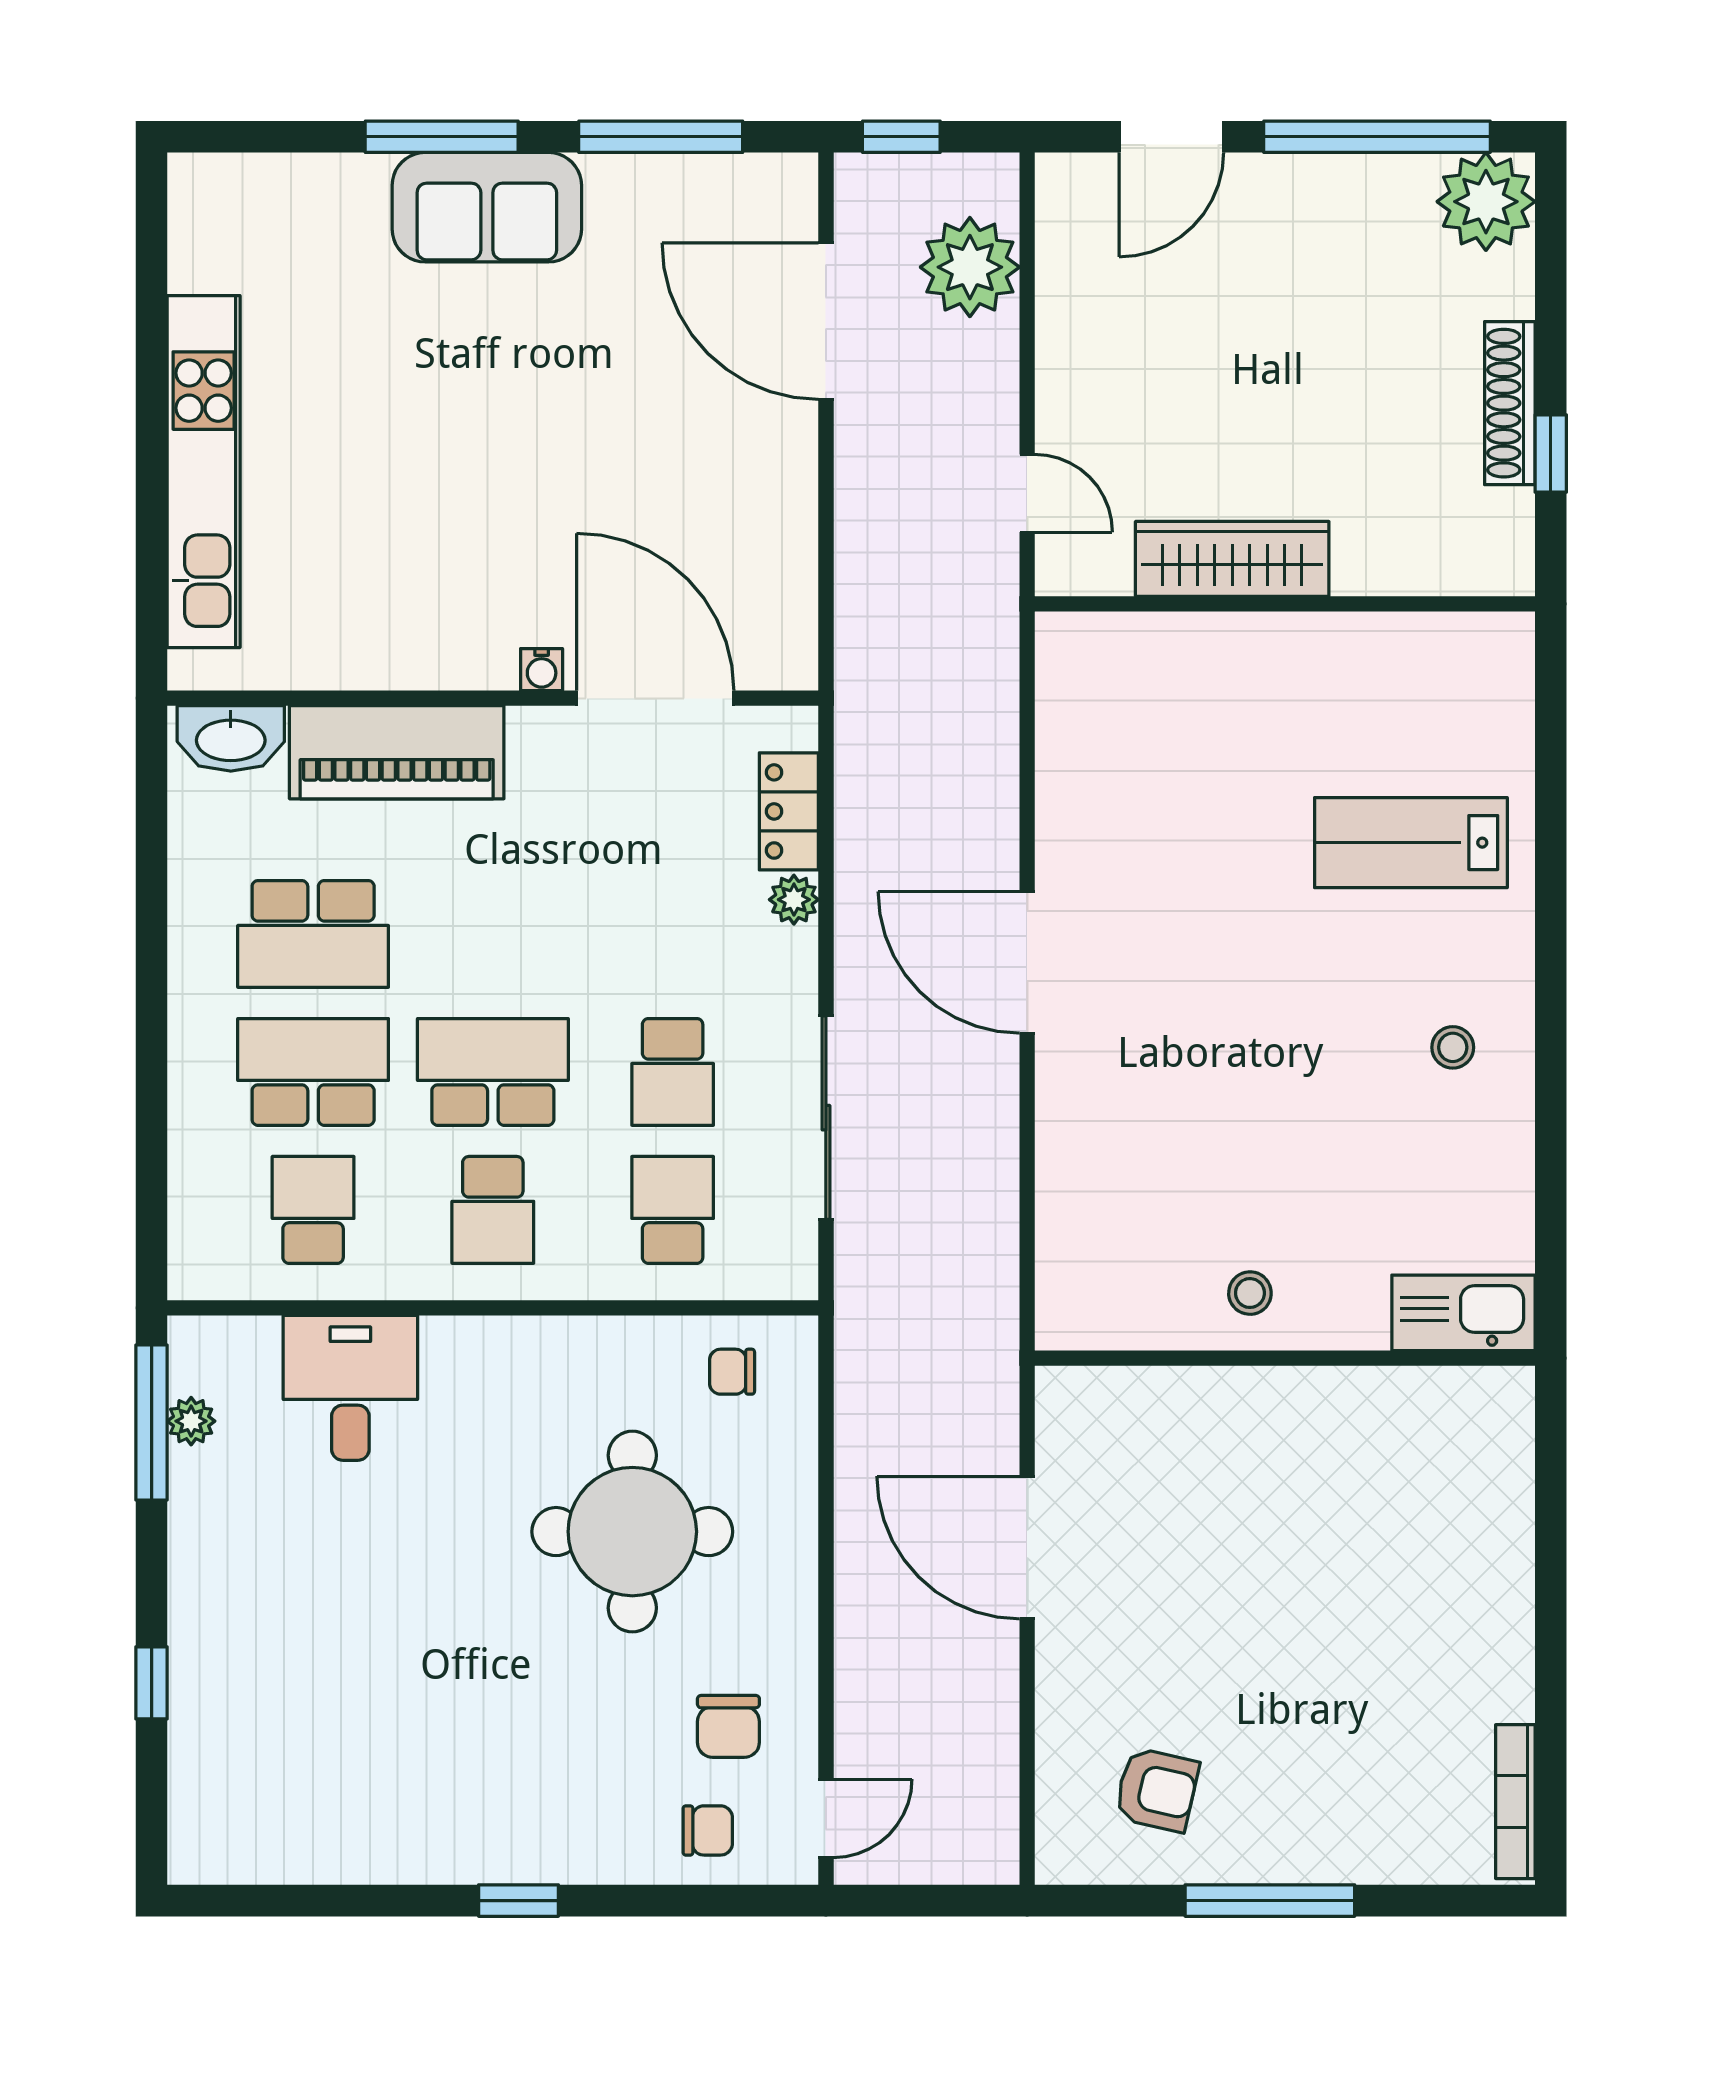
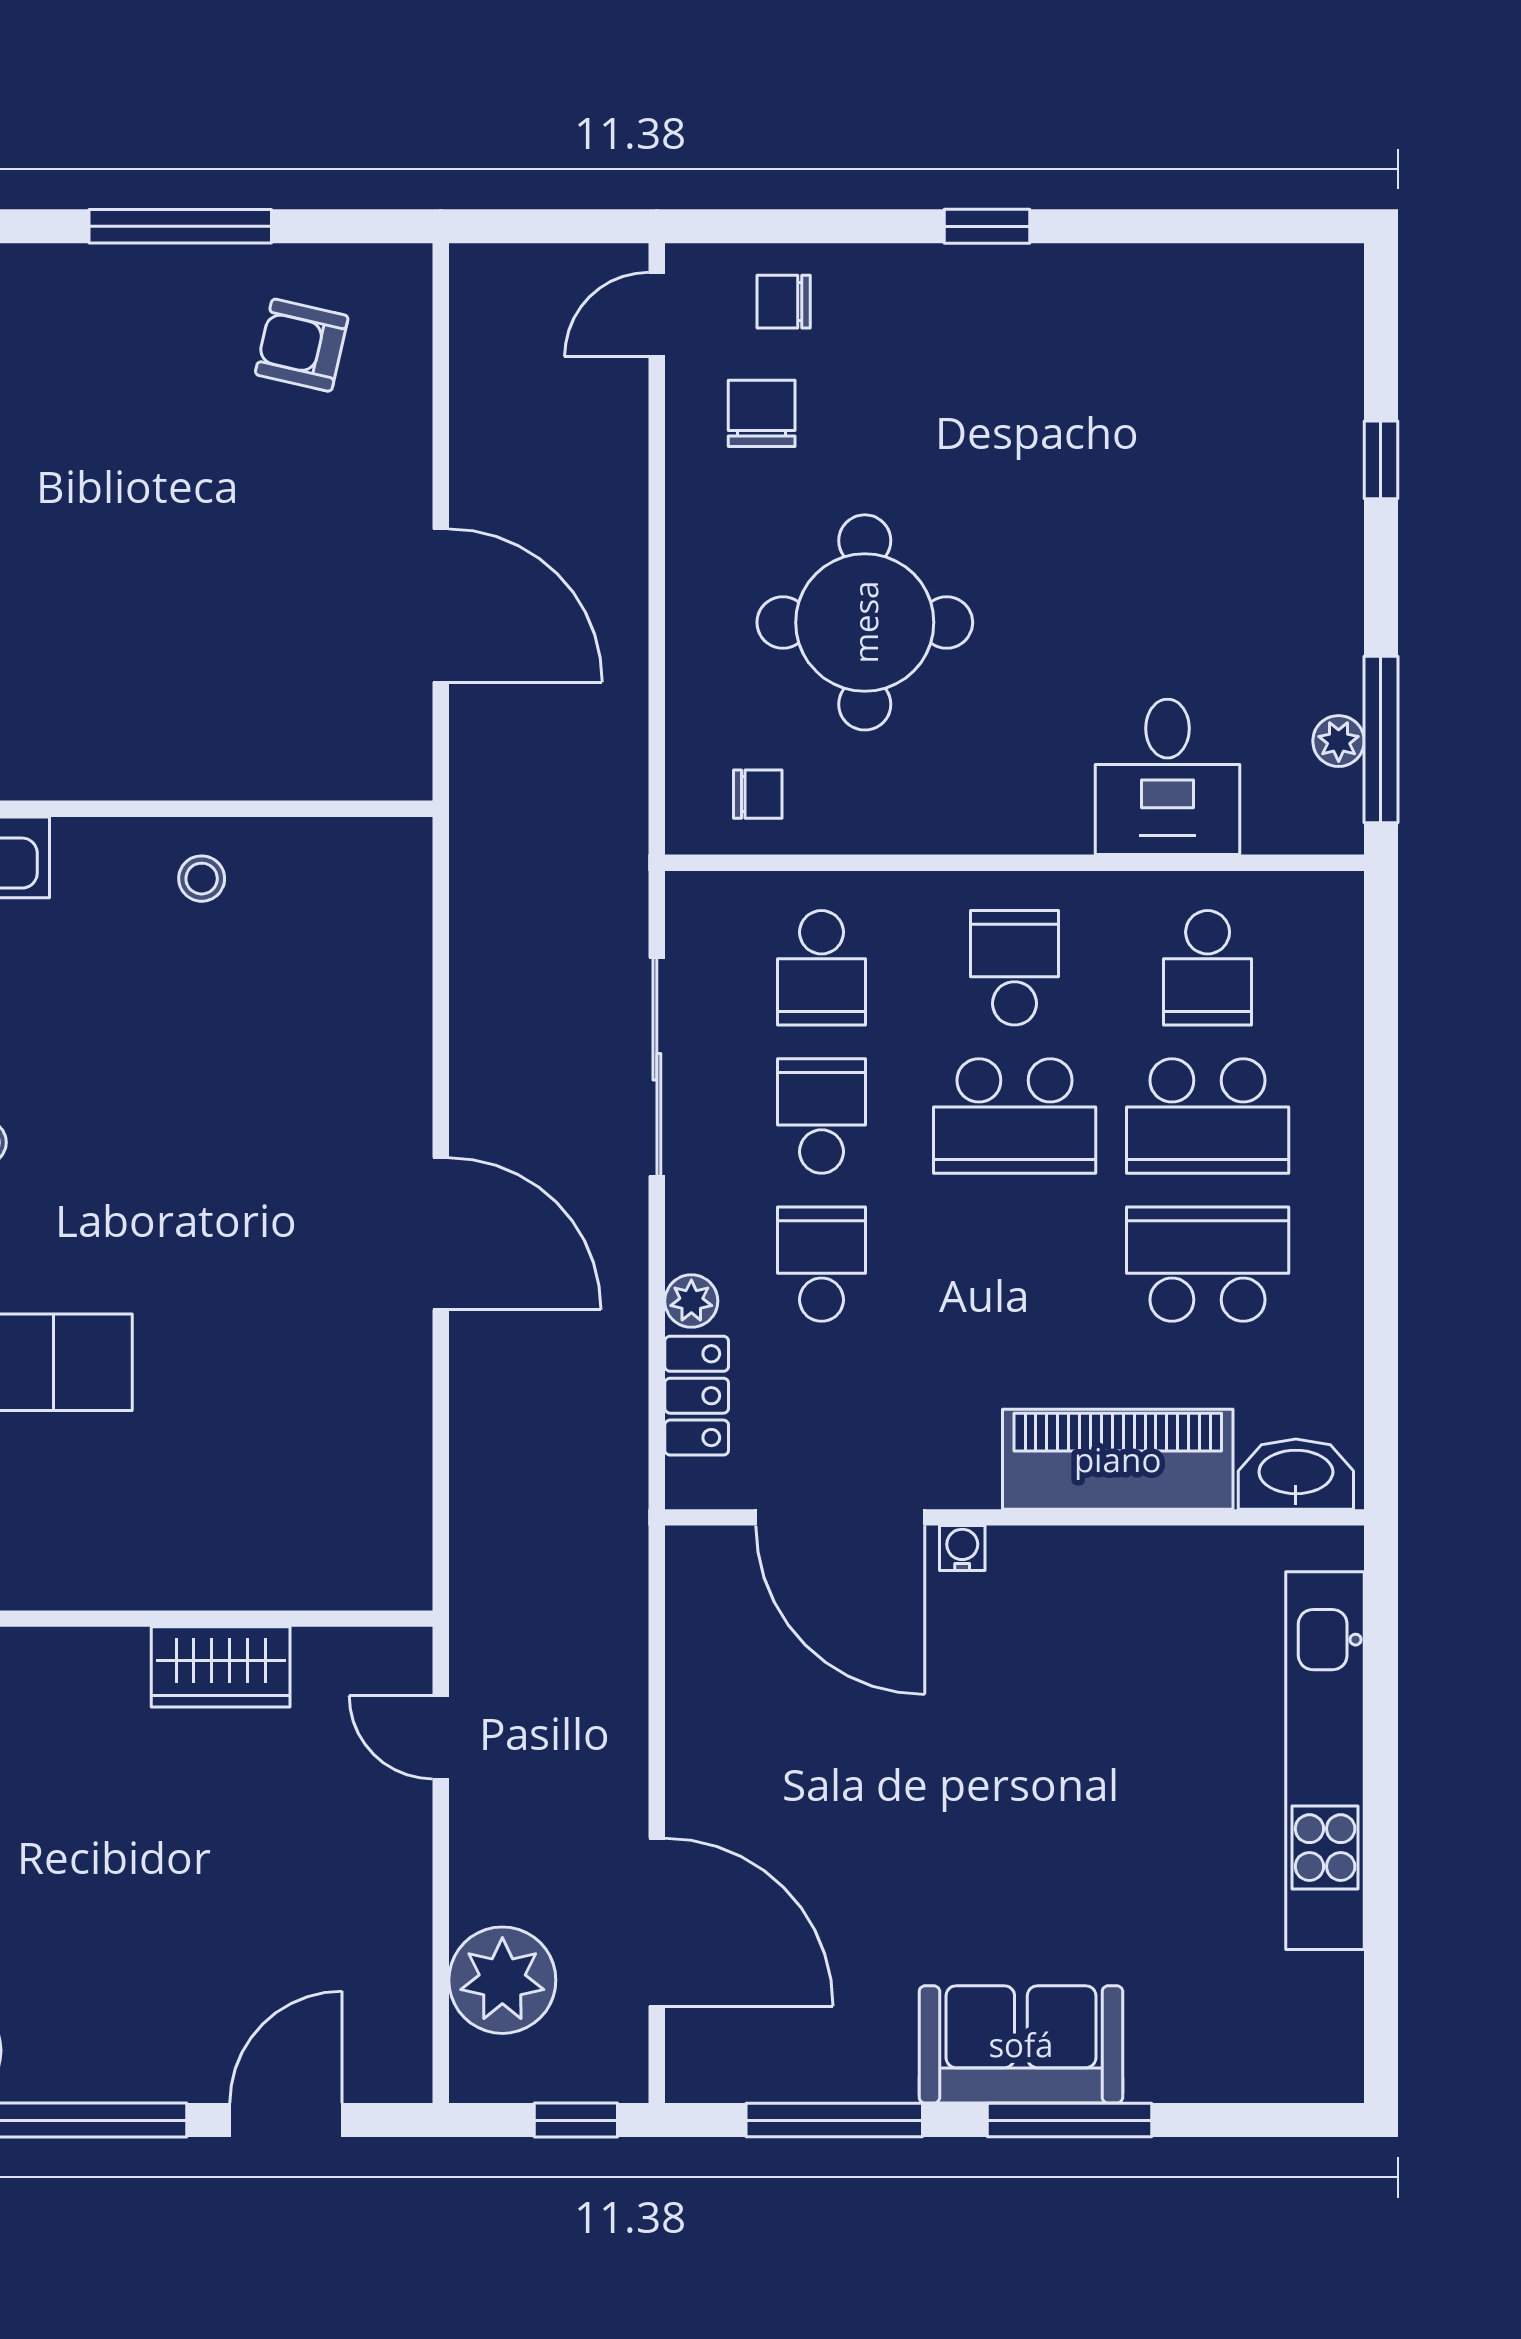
wardrobe: (1232, 559) -> (221, 1667), width x0.67
school desk: (673, 934) -> (821, 1264), added

